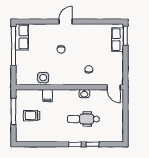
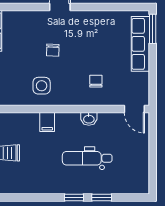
row of seats: (118, 40) -> (140, 44), width x1.48
side table: (43, 78) -> (42, 86), moved
filing cabinet: (47, 96) -> (47, 122), moved

